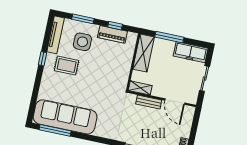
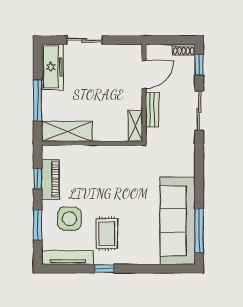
shelving: (140, 88) -> (135, 126), moved
wall: (162, 99) -> (144, 93), moved
bench: (149, 102) -> (152, 110), moved
door: (175, 102) -> (144, 75), moved

